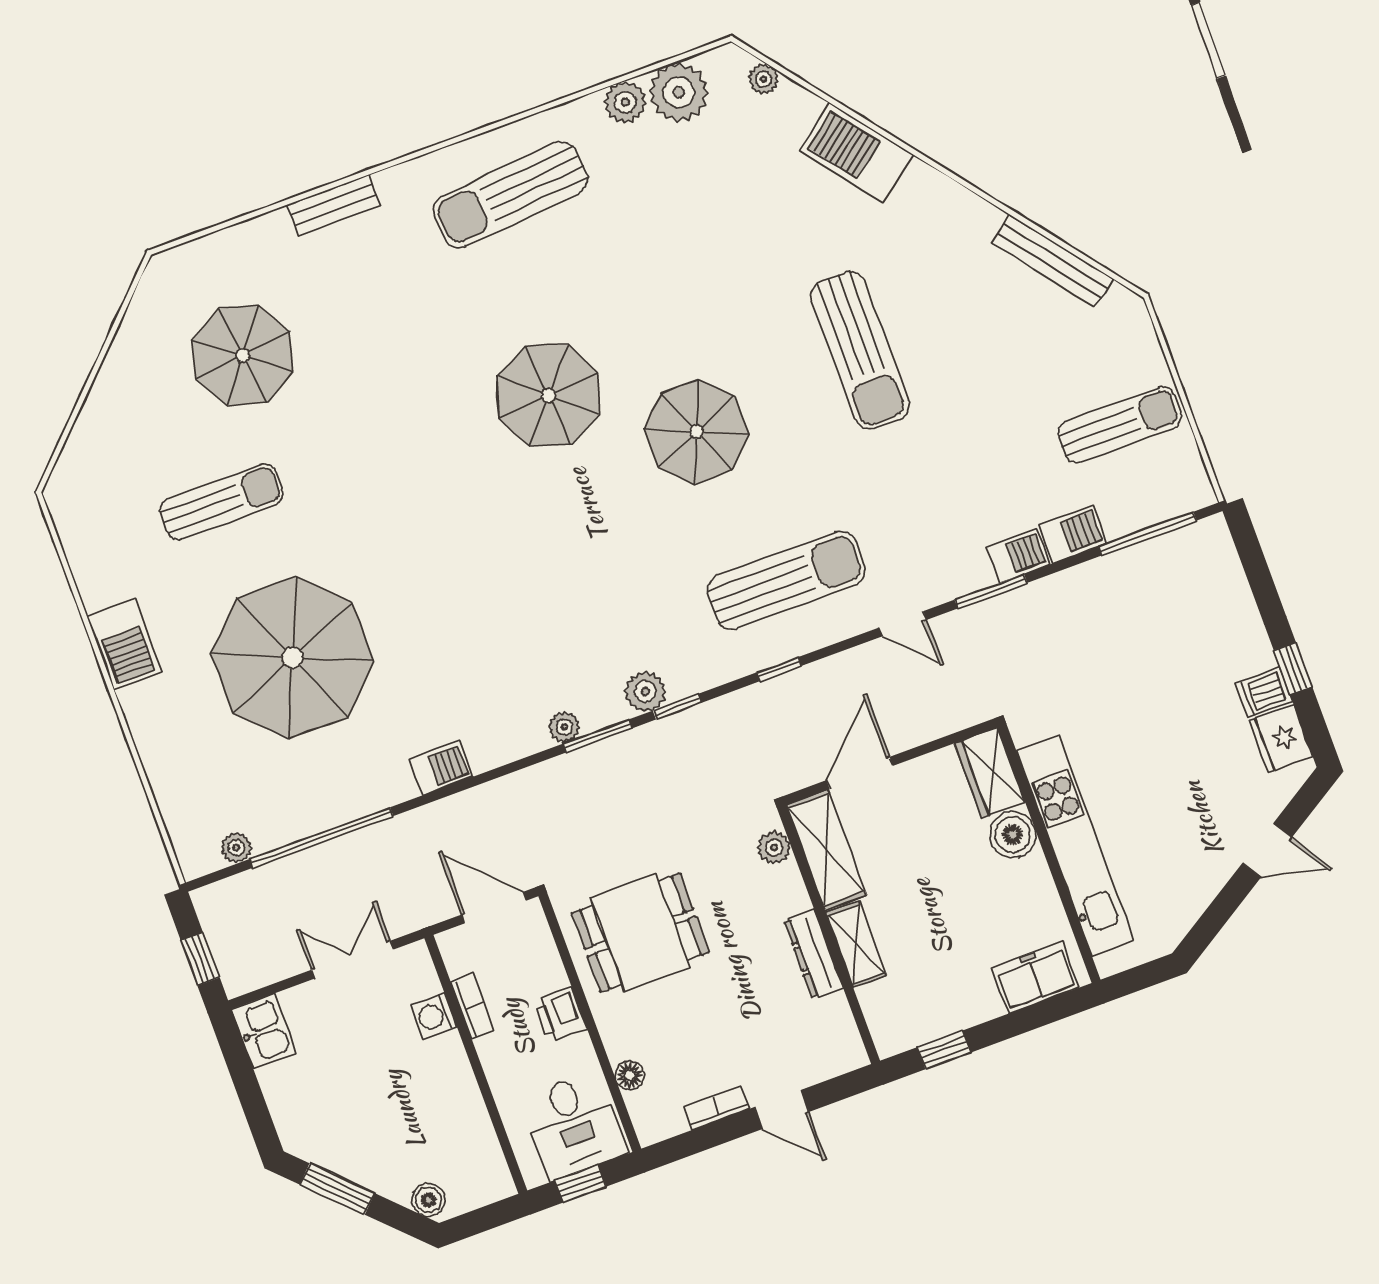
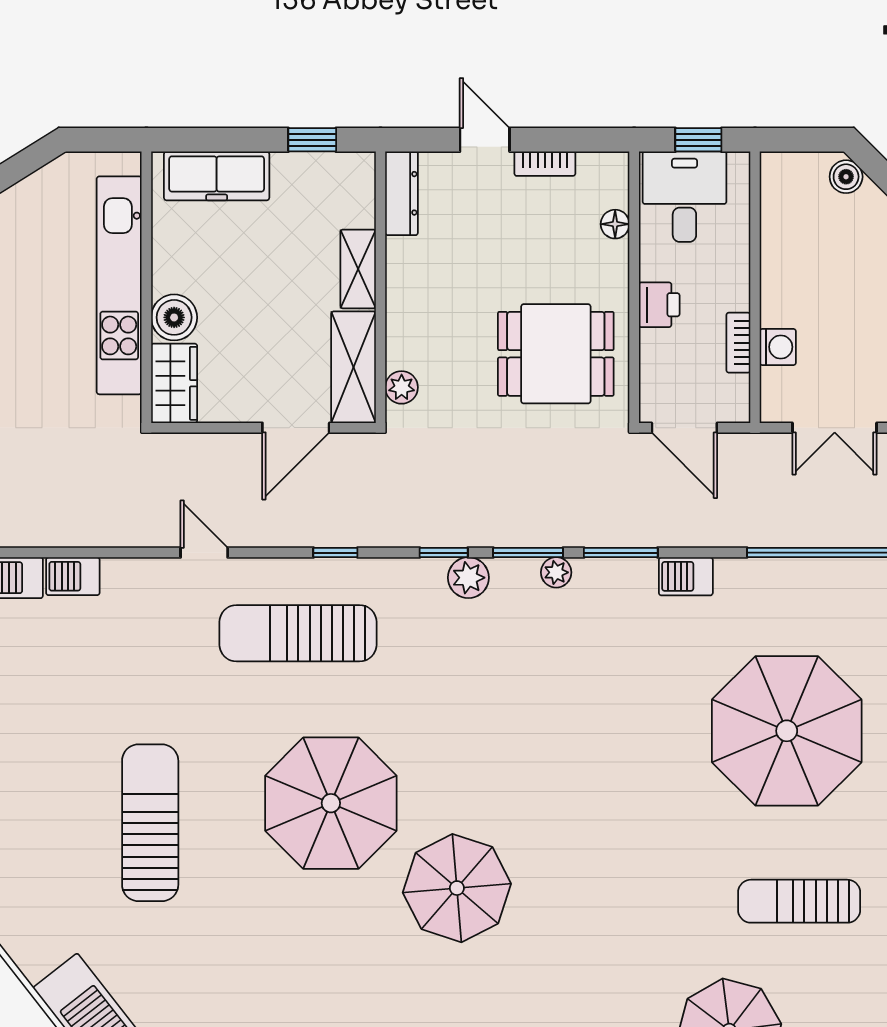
parasol: (697, 432) -> (331, 803), width x1.36, depth x1.36
window: (991, 591) -> (621, 553), moved
dresser: (813, 954) -> (402, 193), moved
freezer: (1036, 977) -> (217, 176), width x1.40

